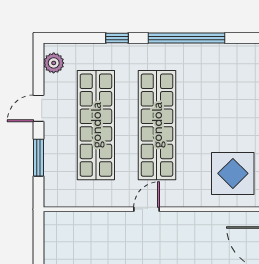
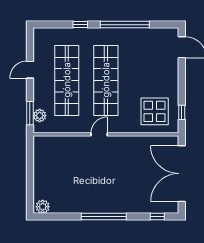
plant: (54, 63) -> (40, 116), moved
window: (39, 158) -> (30, 113), moved

